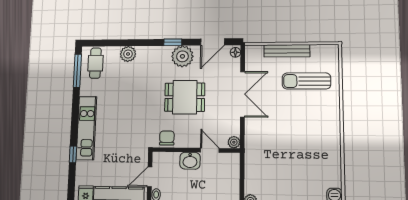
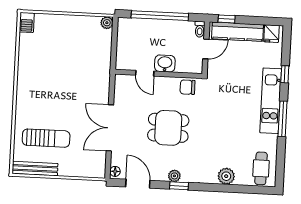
door: (213, 42) -> (138, 184), hinge flipped
bench: (287, 51) -> (35, 169), moved
plant: (182, 56) -> (174, 176), width x0.53, depth x0.53
window: (77, 71) -> (283, 119), moved
chair: (167, 138) -> (188, 87), turned 90
plant: (234, 142) -> (121, 80), removed

